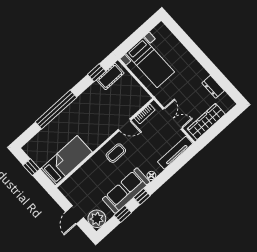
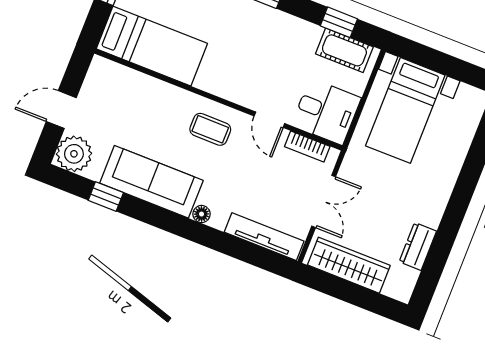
desk: (133, 98) -> (326, 112), added
window: (142, 197) -> (155, 216), removed

